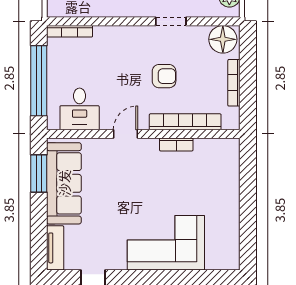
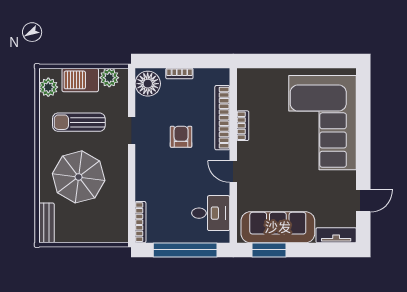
bookcase: (234, 83) -> (179, 74), width x0.64
corner sofa: (166, 243) -> (323, 123), width x1.36, depth x1.36

